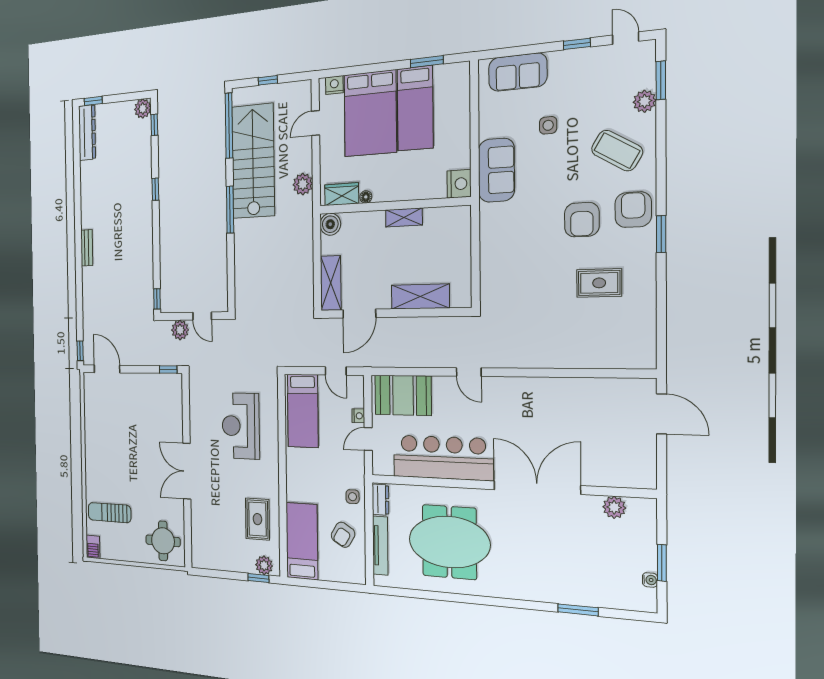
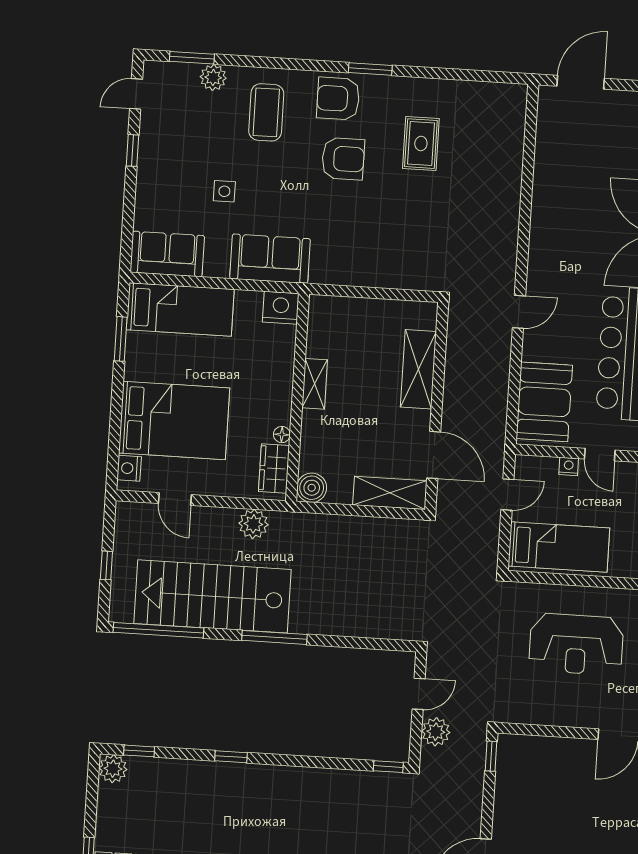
sofa: (518, 72) -> (167, 254), moved, turned -90
bed: (415, 108) -> (180, 310), moved
coffee table: (617, 151) -> (266, 112), turned -31

